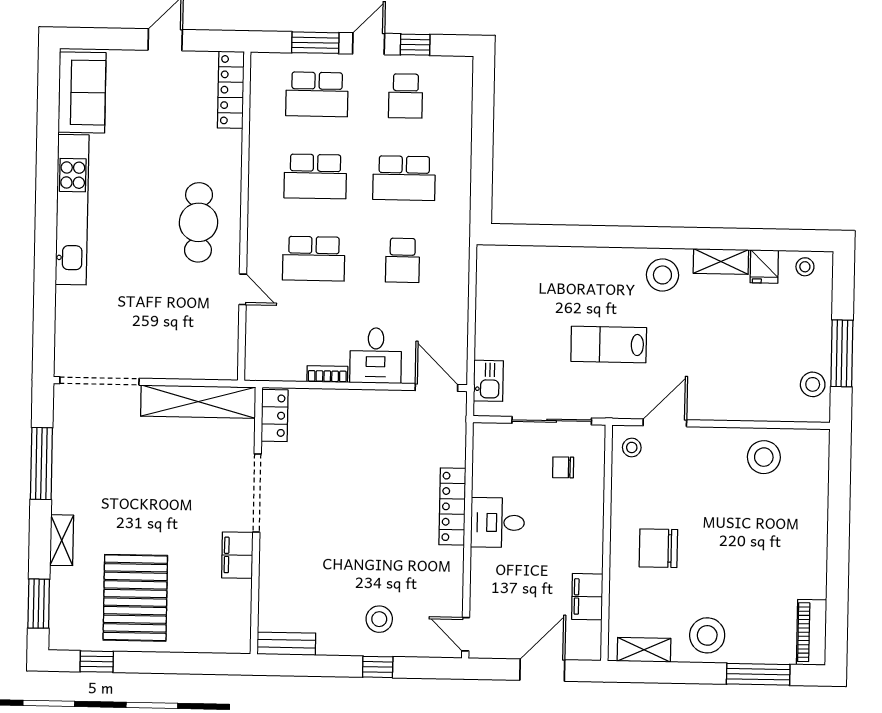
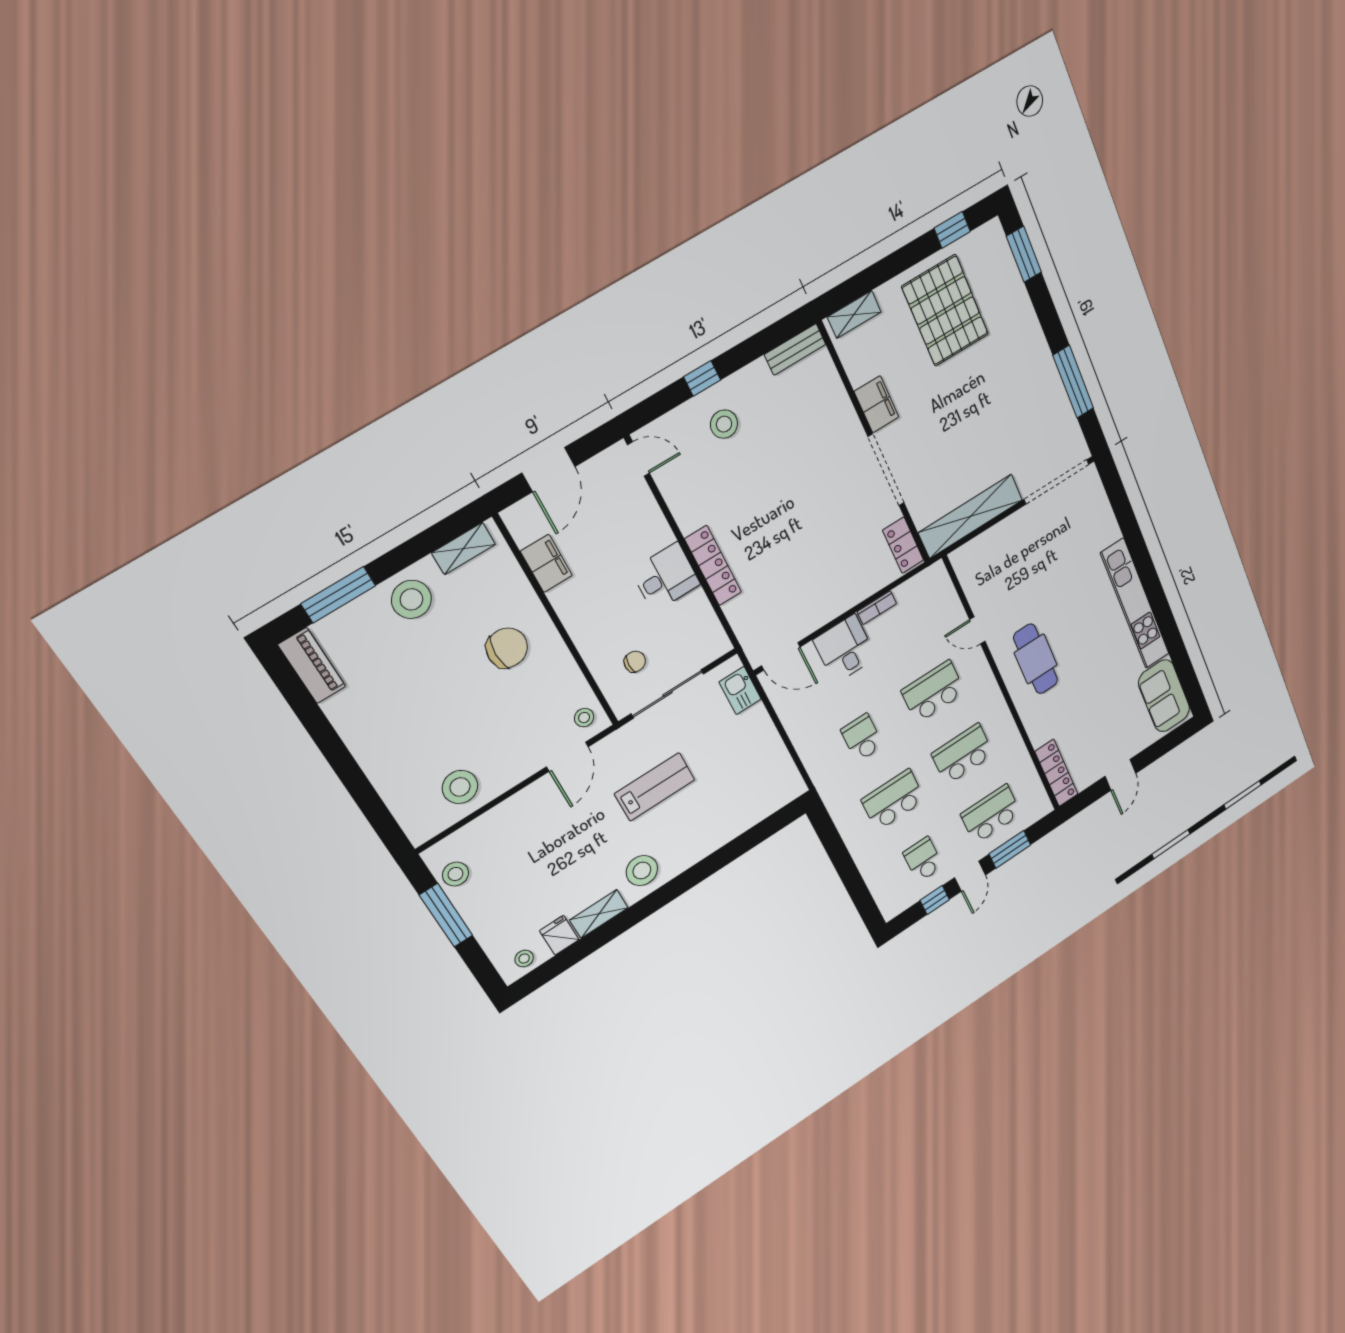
shelving: (62, 540) -> (854, 314), moved, turned 90

